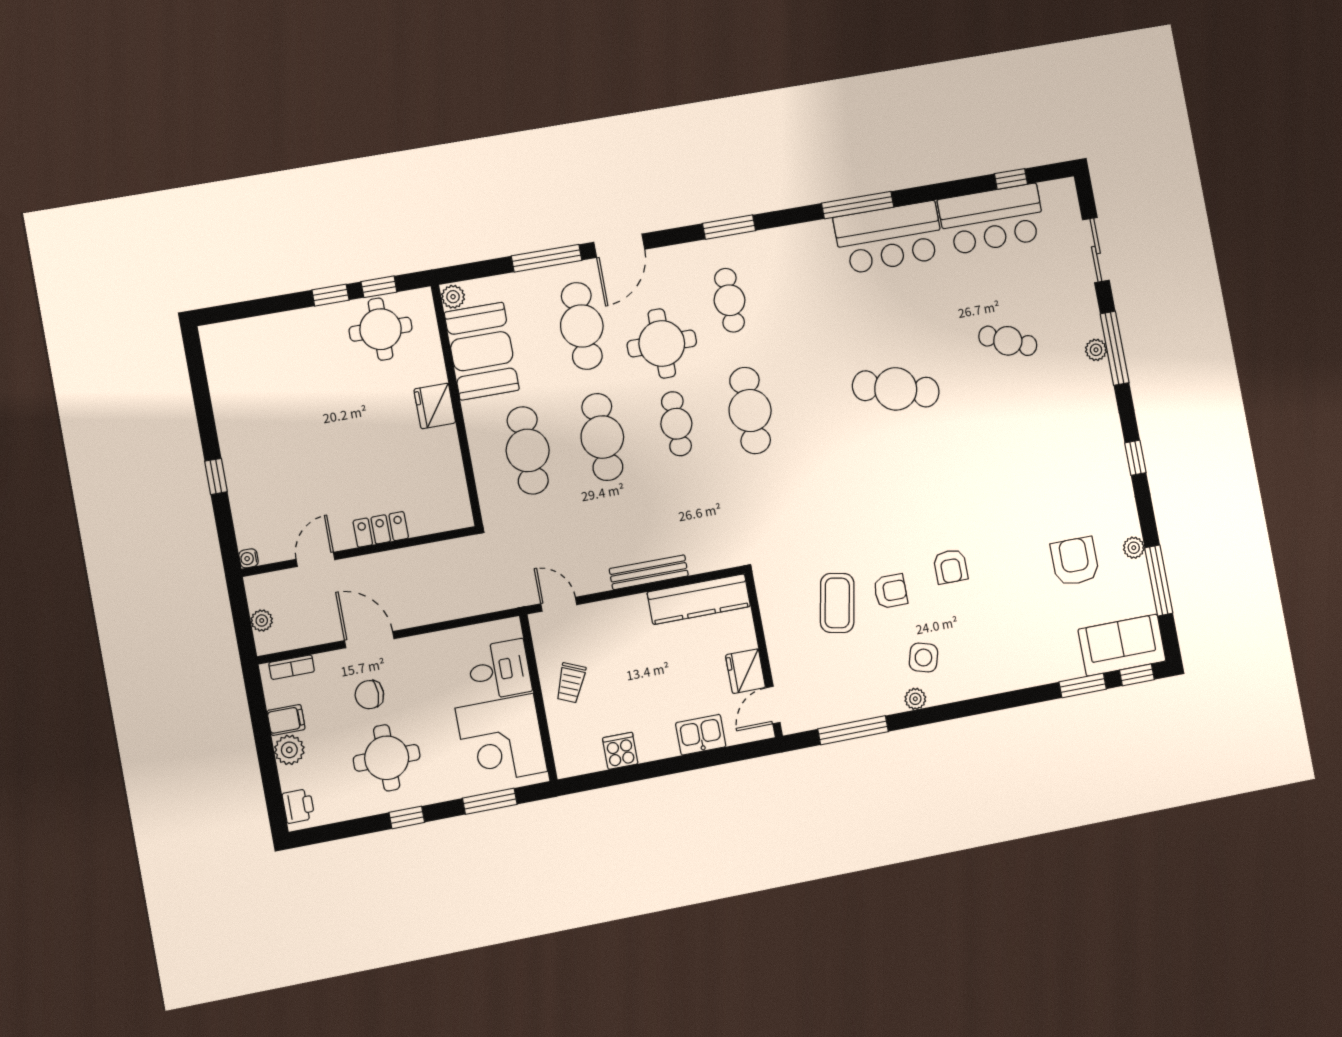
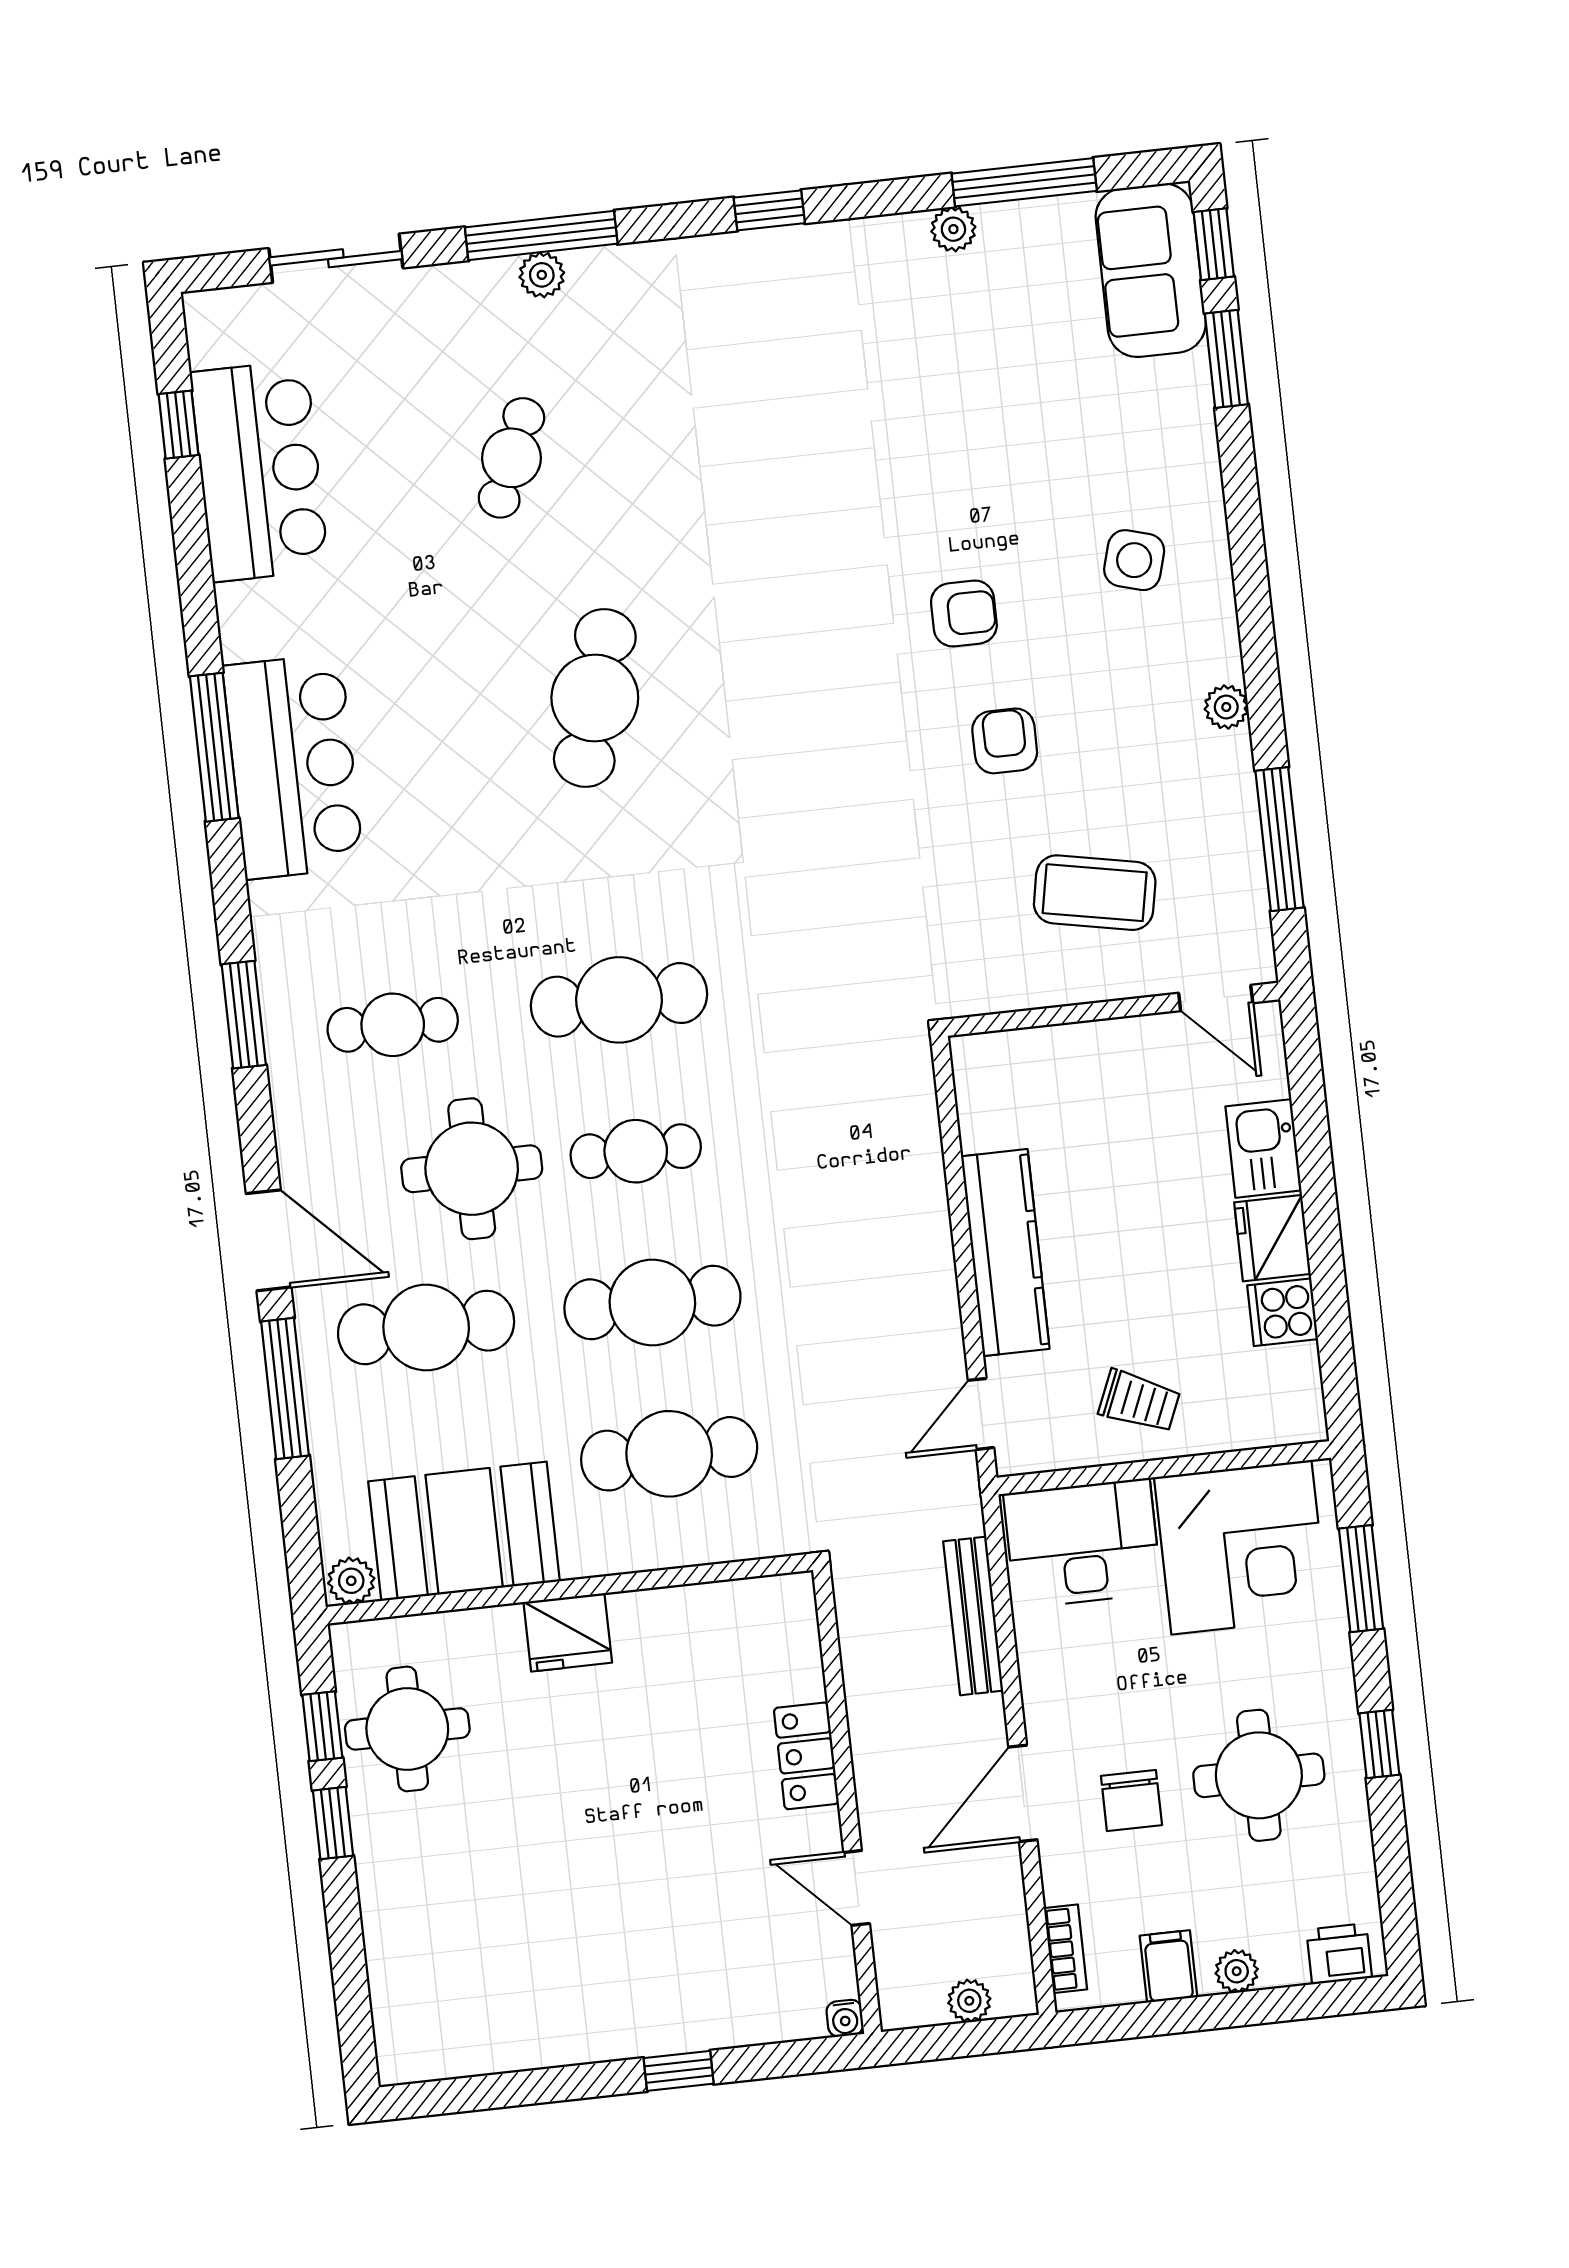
bar counter: (889, 238) -> (293, 766), moved
armchair: (1075, 561) -> (972, 355), removed
bench: (649, 572) -> (973, 1616), moved
kitchen counter: (699, 599) -> (1005, 1253), moved
coffee table: (837, 603) -> (1095, 893), moved
side table: (923, 658) -> (1134, 560), moved
desk: (499, 670) -> (1083, 1543), width x1.37
fridge: (745, 671) -> (1272, 1238), moved, turned 90
plant: (289, 750) -> (1237, 1971), width x0.73, depth x0.73

